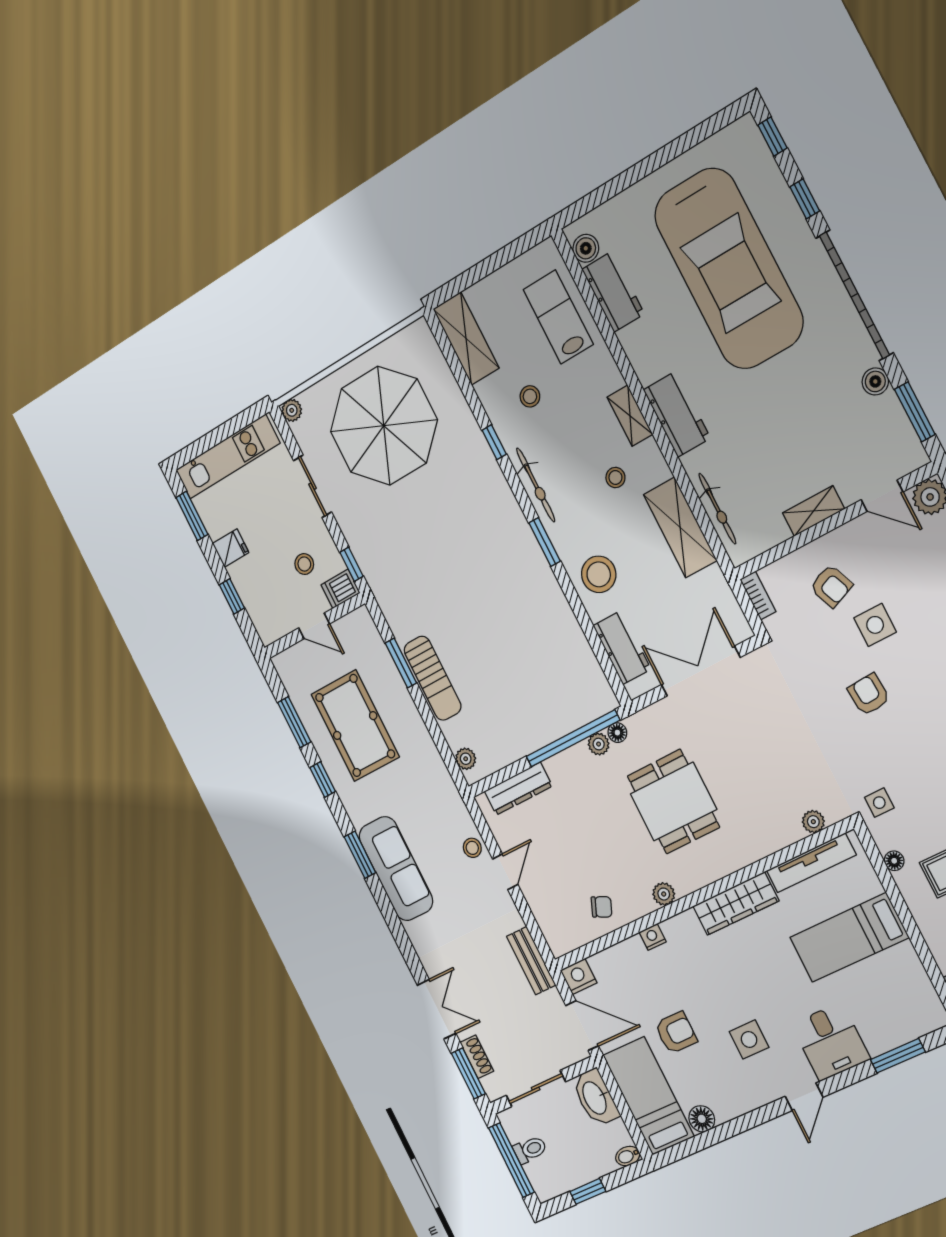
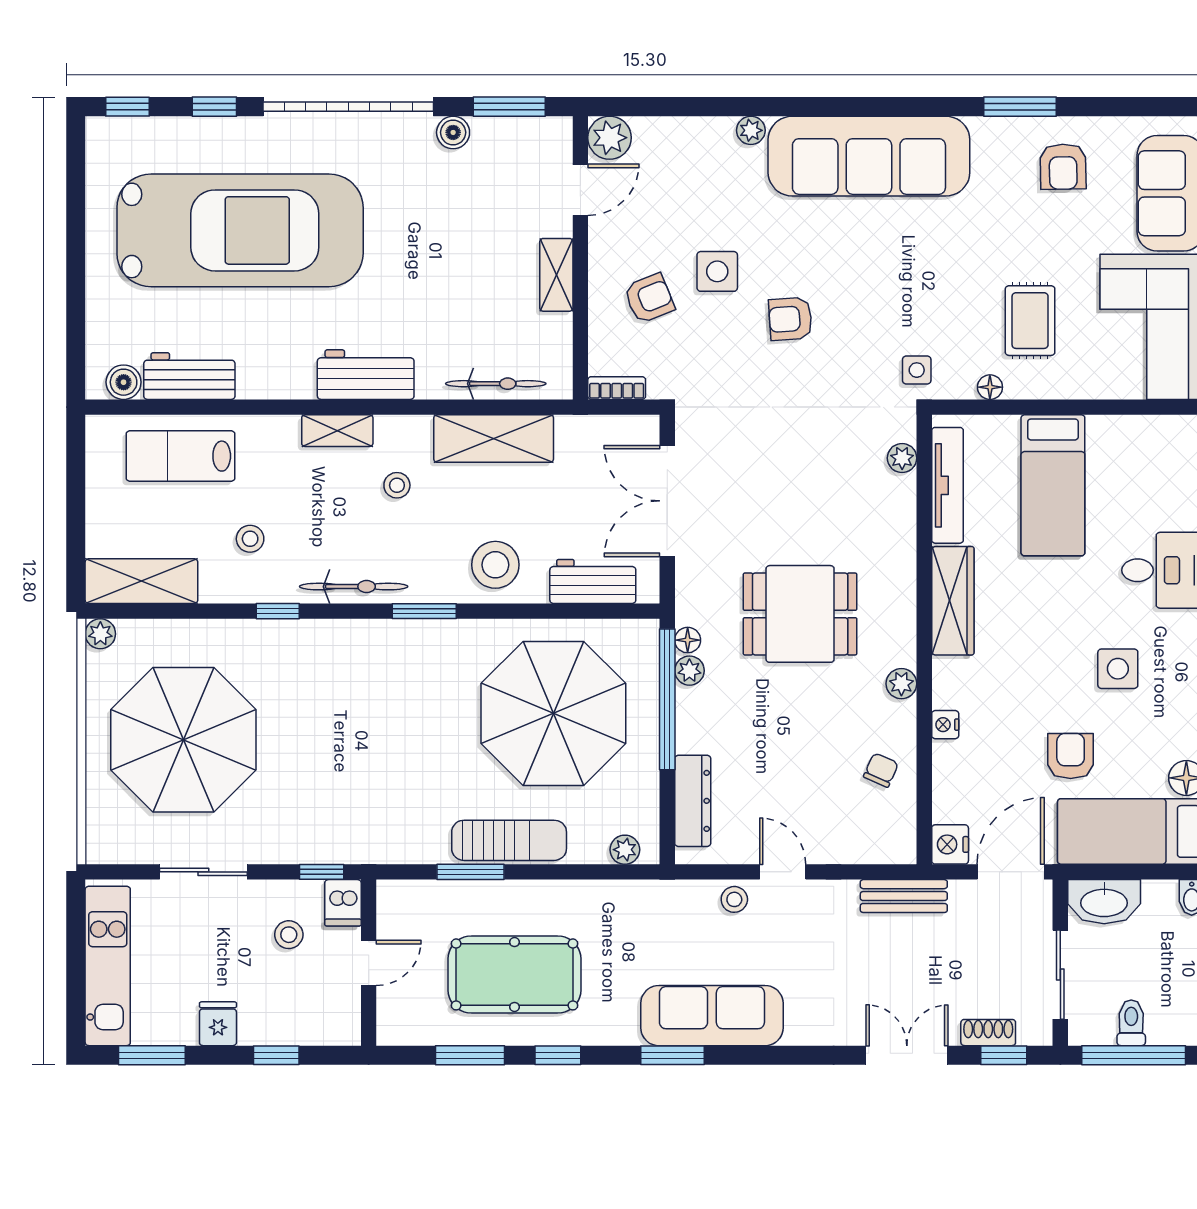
plant: (292, 410) -> (100, 634), moved
parasol: (525, 666) -> (553, 713), added
window: (468, 1073) -> (1004, 1055), width x0.67

